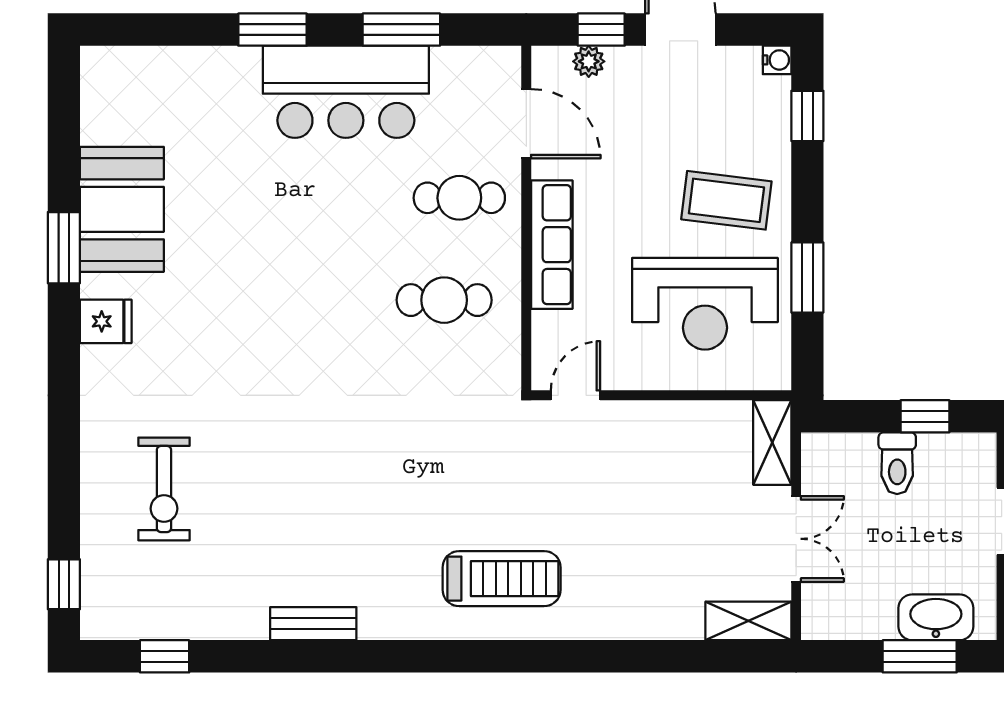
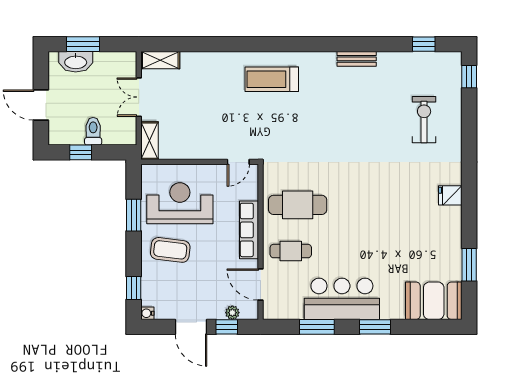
booth: (122, 209) -> (434, 301), moved, turned 90
window: (64, 248) -> (469, 265), moved
cafe table: (444, 300) -> (298, 205), width x1.37, depth x1.35

